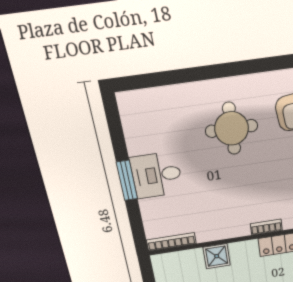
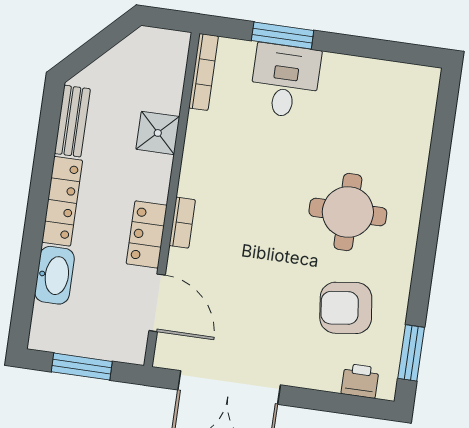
desk: (157, 175) -> (285, 81), moved
window: (127, 180) -> (283, 35), moved

